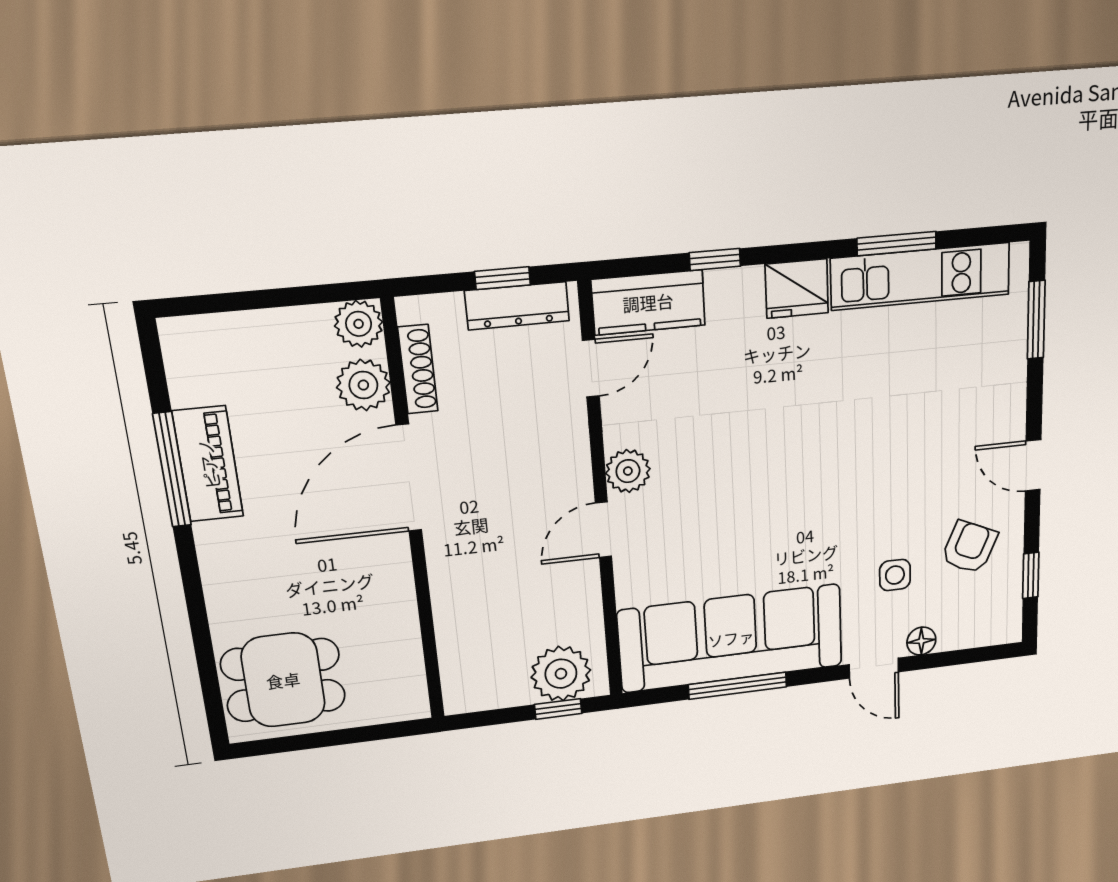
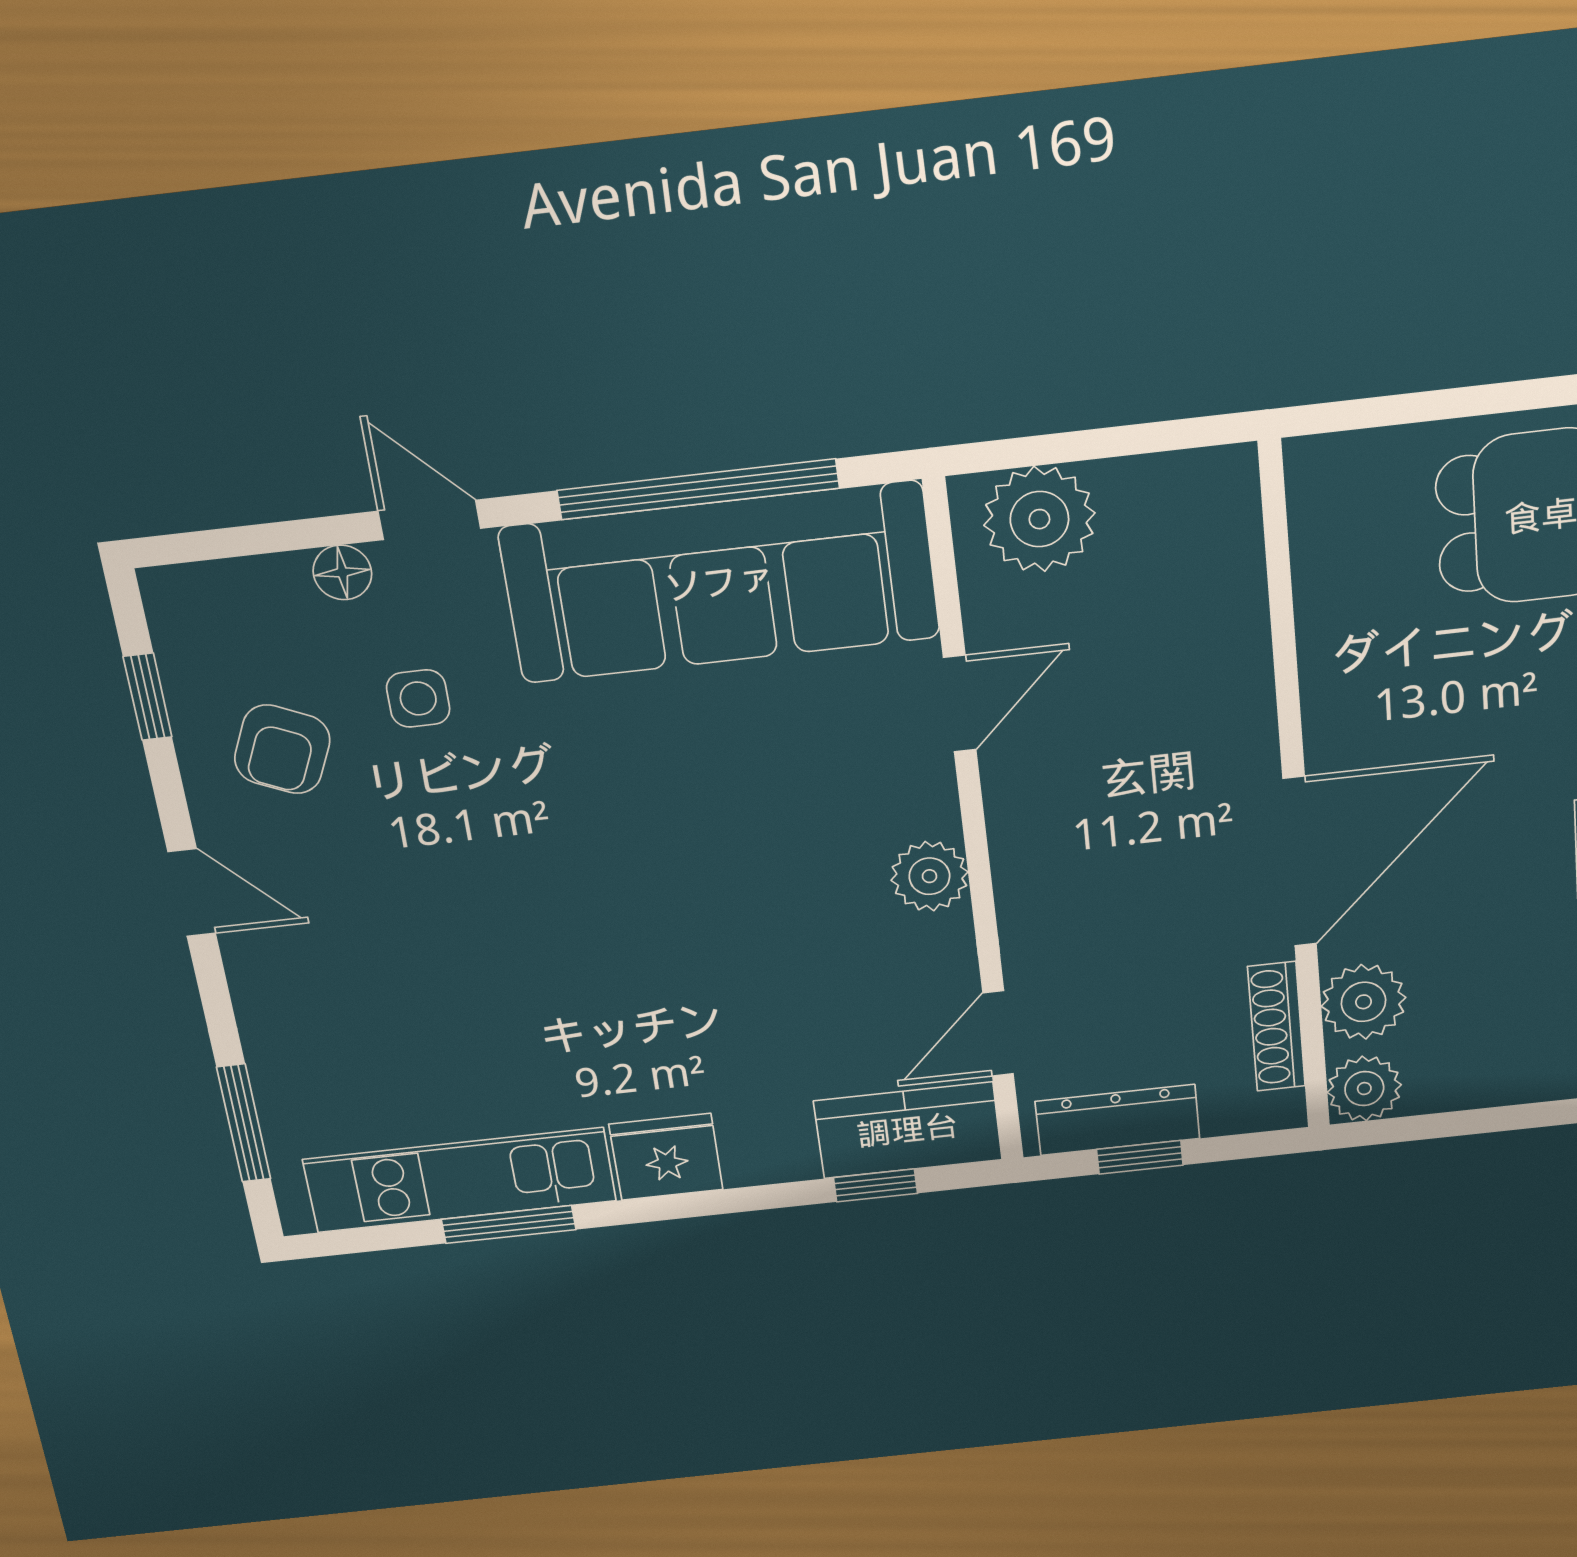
window: (715, 260) -> (875, 1185), moved
door: (603, 530) -> (960, 704), moved
window: (738, 686) -> (698, 489), width x1.46
window: (558, 709) -> (1044, 450), removed

